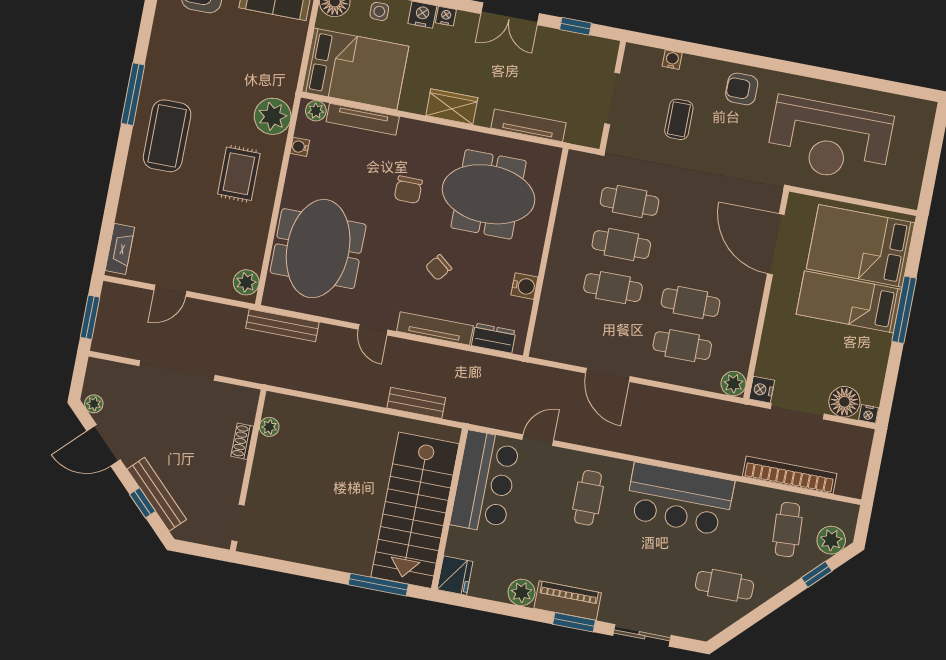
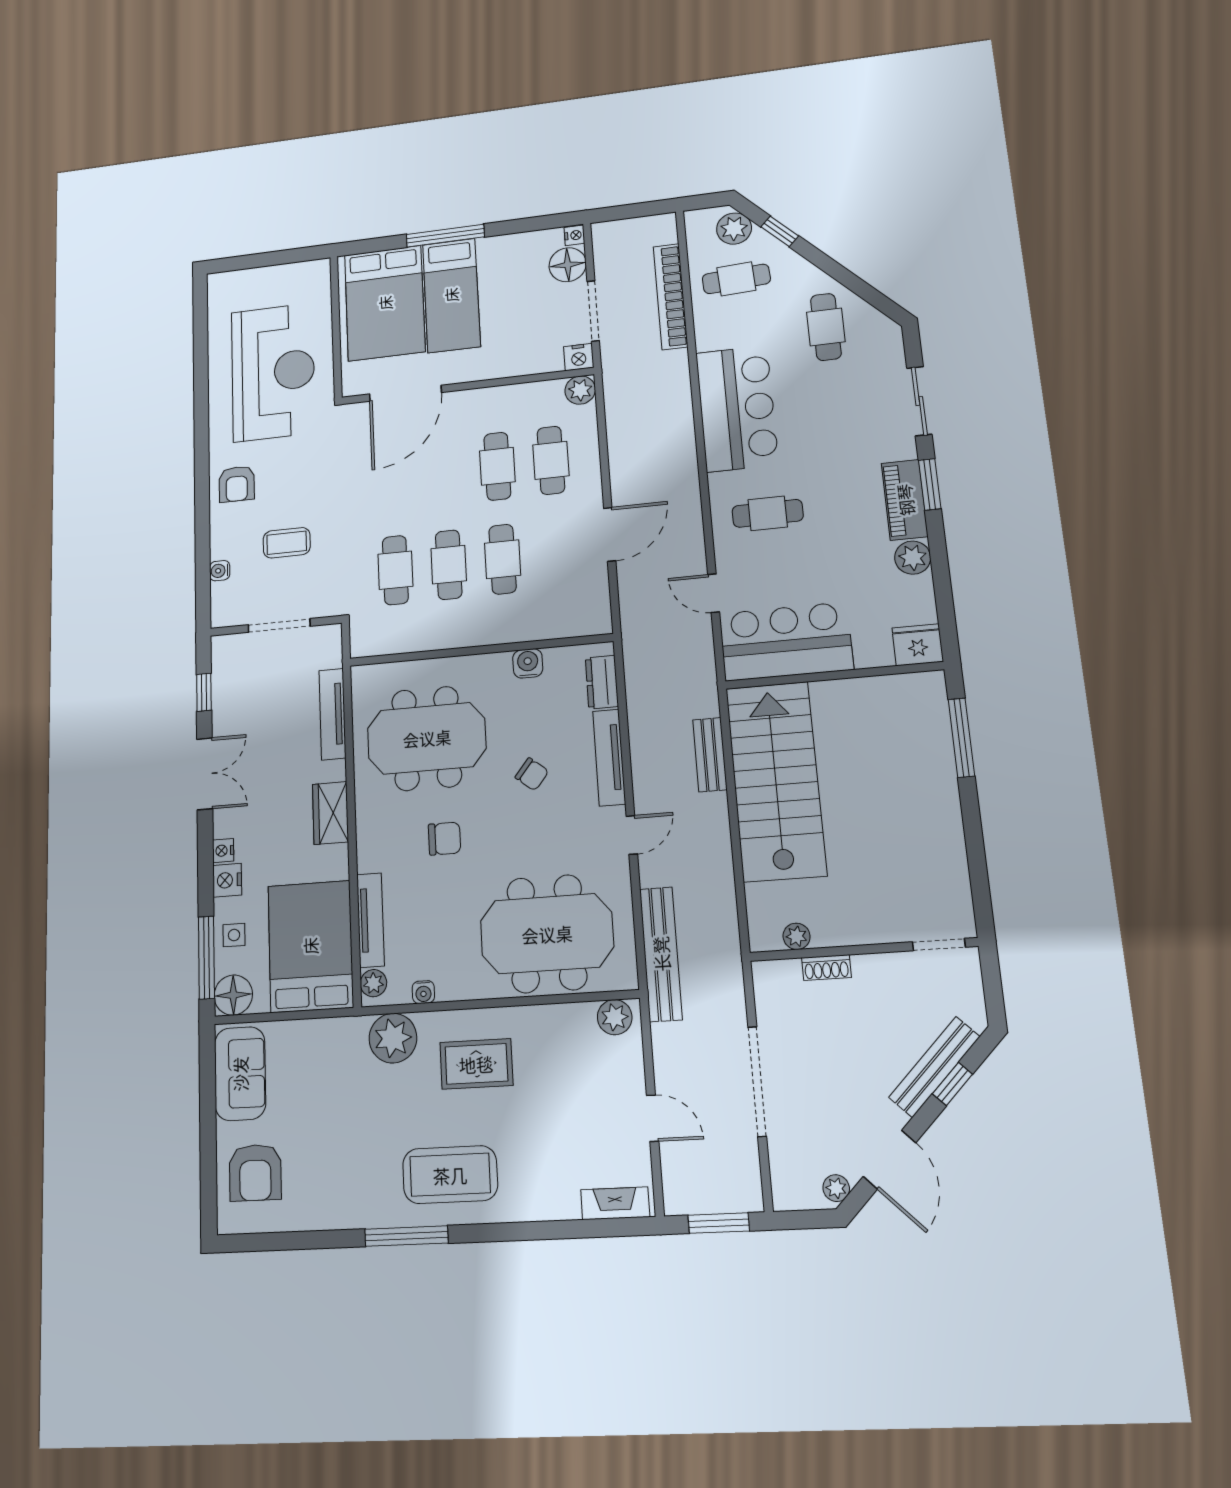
meeting table: (489, 194) -> (427, 738), turned 90
bench: (282, 325) -> (661, 954), width x1.37, depth x1.21
stairs: (415, 510) -> (776, 781), moved, turned -90

